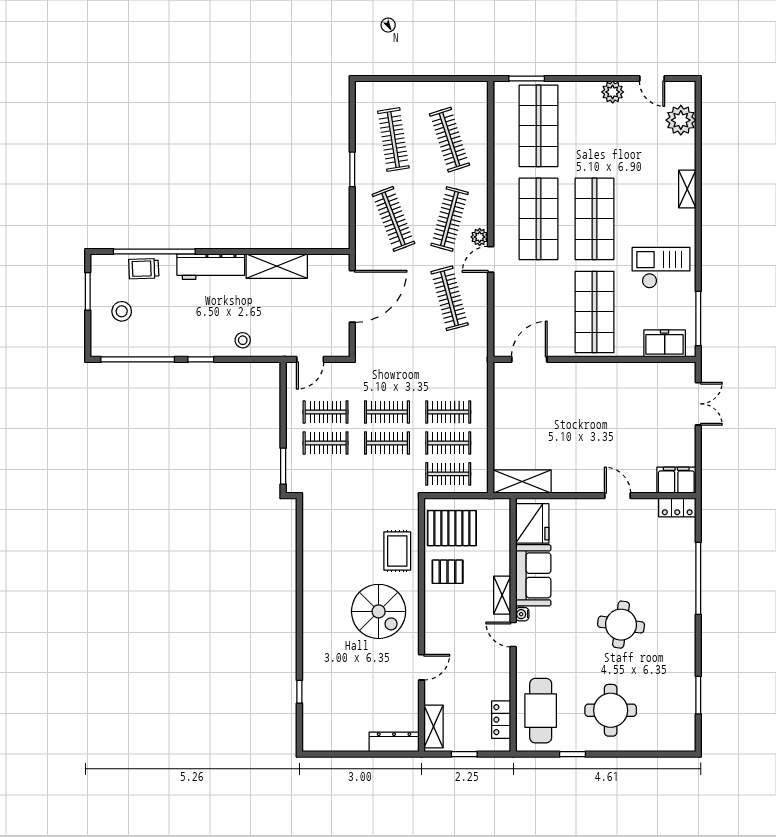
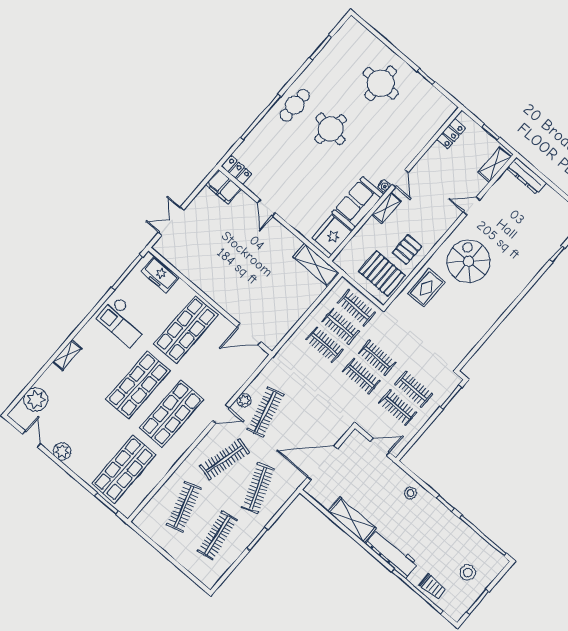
plant: (480, 237) -> (244, 400), moved
pallet: (448, 572) -> (407, 250), turned 90
cafe table: (541, 711) -> (295, 105), moved, width x0.73, depth x0.74

